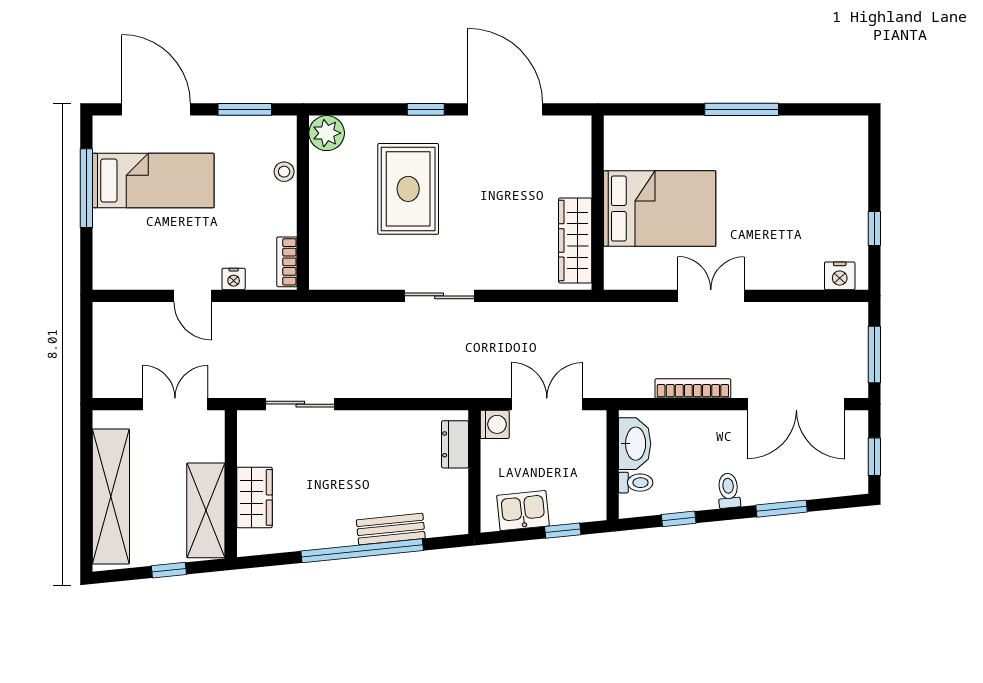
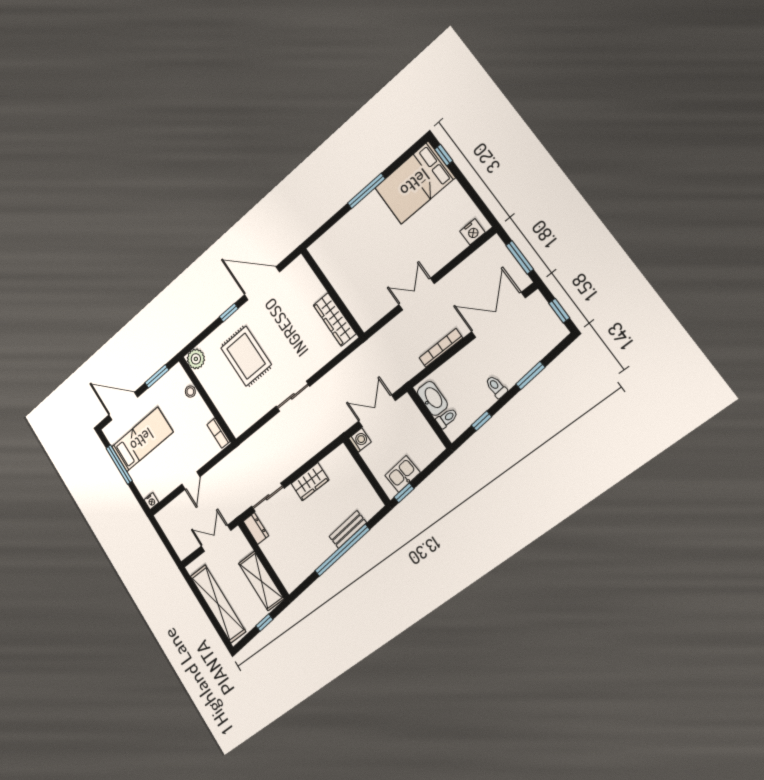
bed: (660, 209) -> (415, 183), moved, turned 180
window: (874, 228) -> (444, 155), moved
nightstand: (234, 279) -> (151, 501), moved
door: (193, 296) -> (191, 480), hinge flipped
double door: (796, 404) -> (498, 315), swing flipped
dresser: (455, 444) -> (256, 529), moved, turned 180
wardrobe: (254, 497) -> (310, 482), moved, turned 90
window: (563, 531) -> (404, 493), moved

